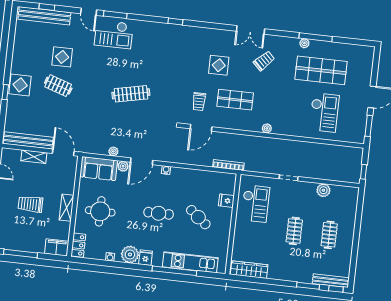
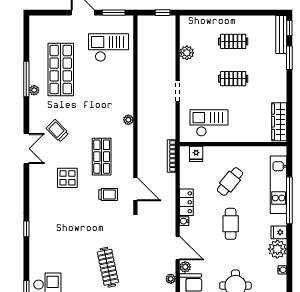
checkout: (324, 112) -> (108, 48), moved
locker: (183, 174) -> (186, 202), added
fridge: (226, 201) -> (196, 154), moved

